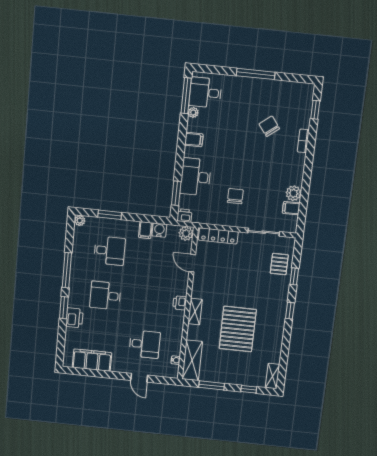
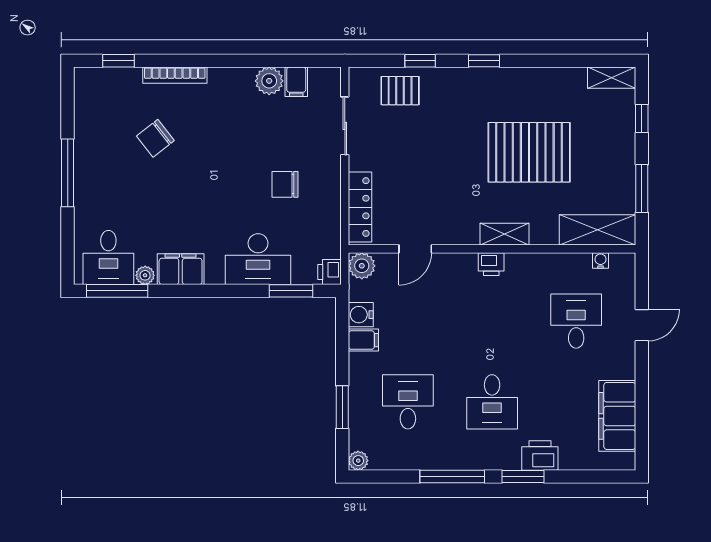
filing cabinet: (194, 139) -> (181, 269), width x2.00
bookcase: (303, 141) -> (175, 75), width x1.56

